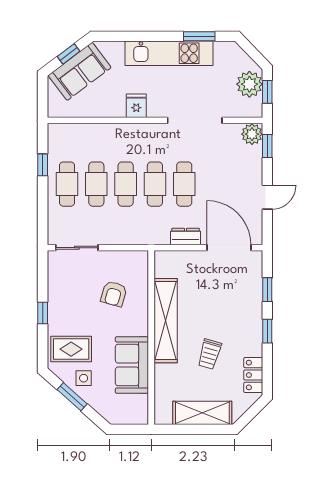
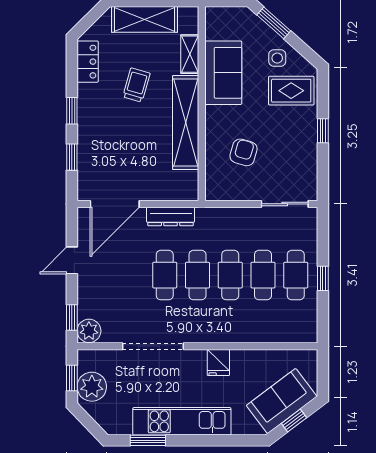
window: (43, 165) -> (323, 278), moved
dresser: (186, 237) -> (171, 216), width x1.44
door: (229, 248) -> (115, 204), hinge flipped
shelving: (162, 382) -> (190, 54), added
window: (72, 397) -> (274, 23), moved

